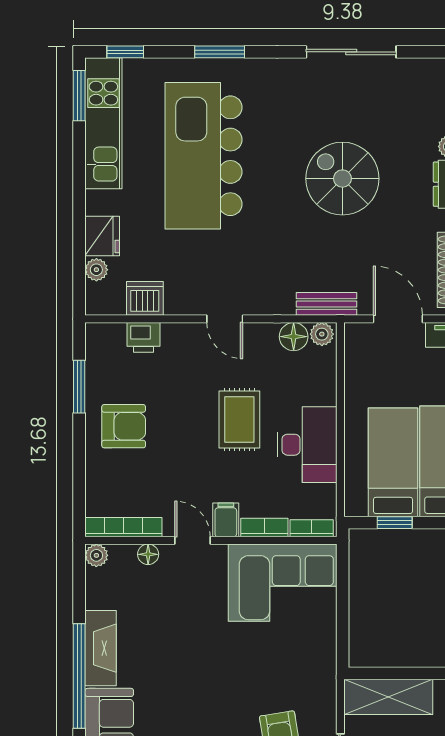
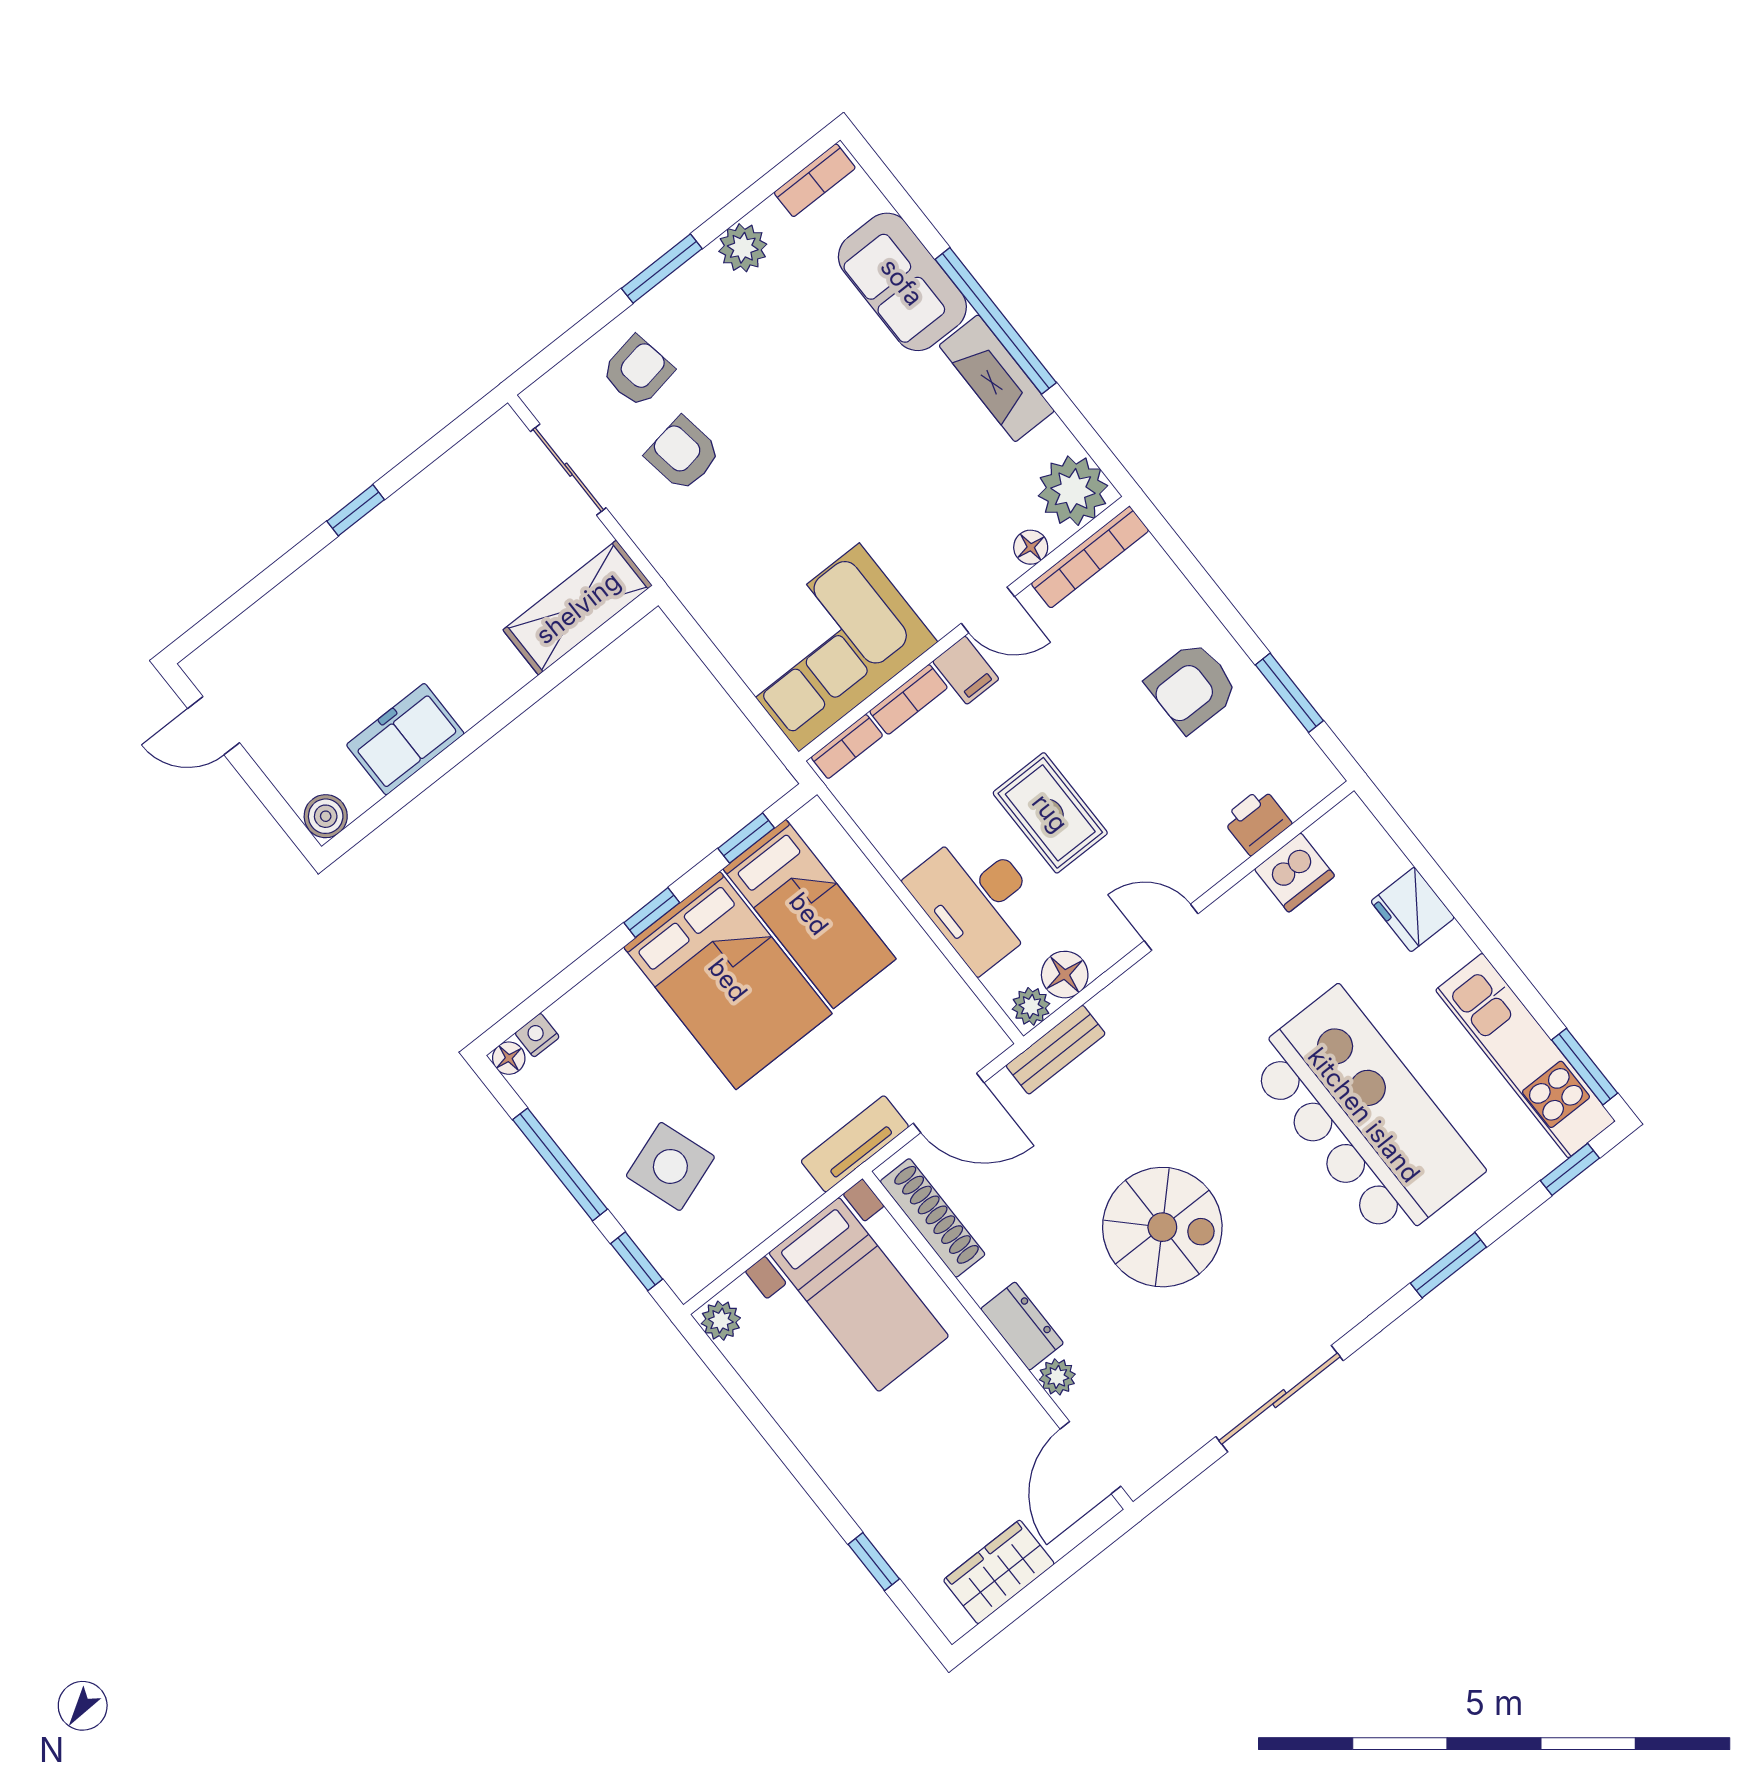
plant: (96, 270) -> (1386, 860), removed
desk: (307, 445) -> (977, 899), moved
plant: (96, 555) -> (1073, 491), width x1.87, depth x1.87

